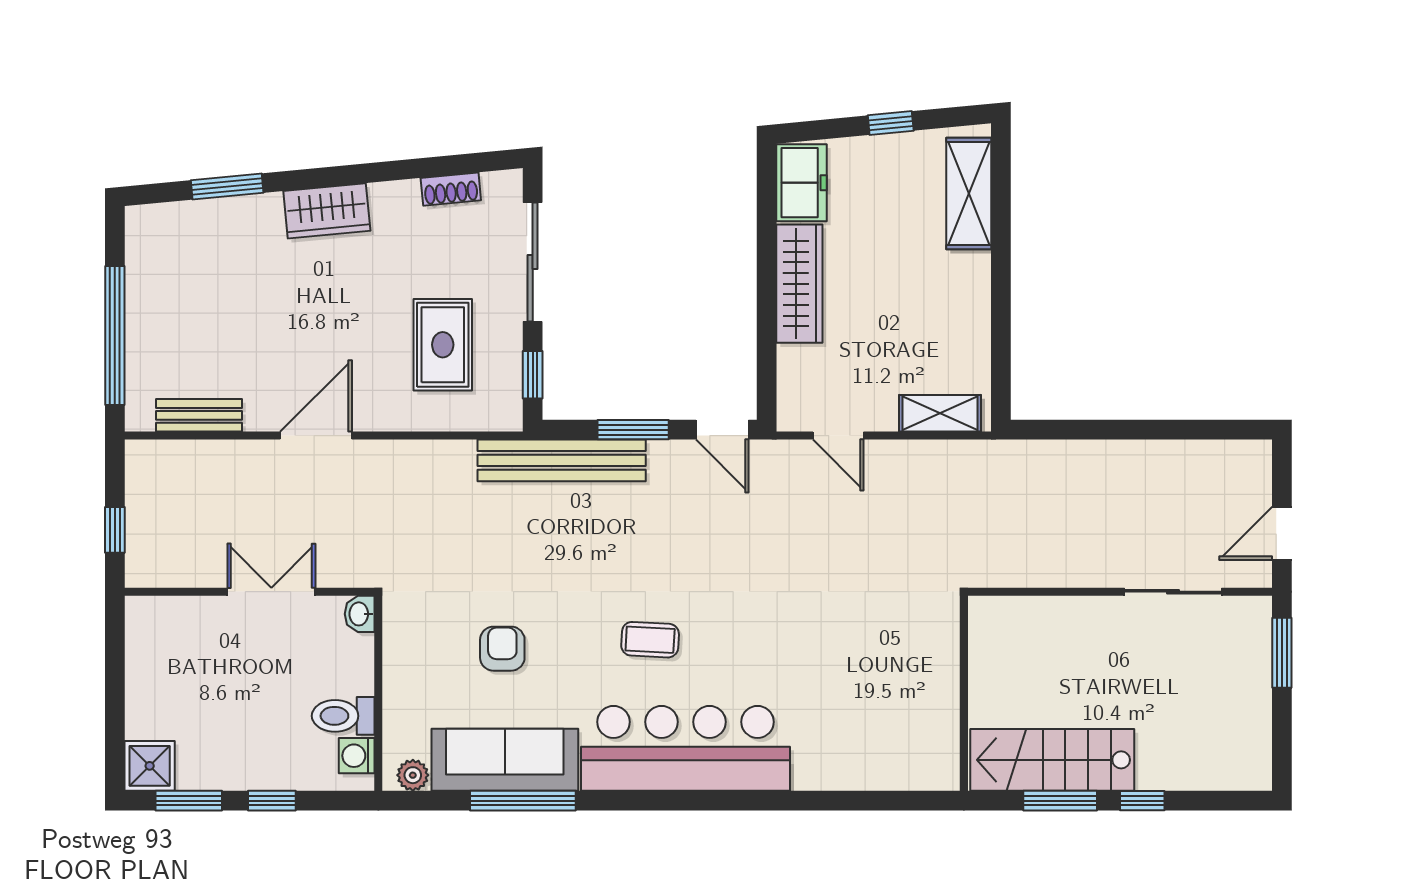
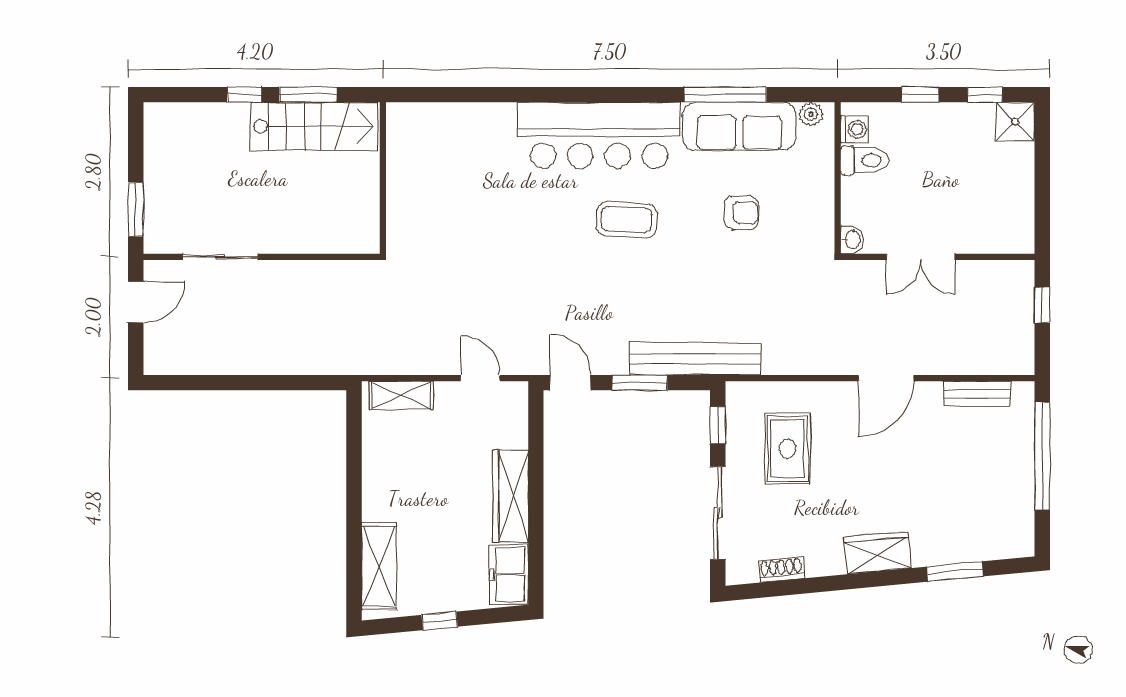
coffee table: (650, 640) -> (627, 220), width x1.36, depth x1.30
armchair: (502, 649) -> (741, 213), turned -90
window: (189, 801) -> (985, 95), width x0.67

